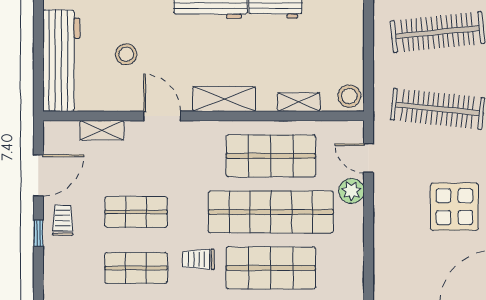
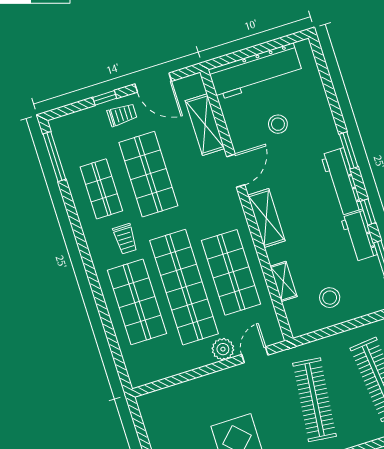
stool: (349, 96) -> (330, 298), moved
shelving: (102, 130) -> (205, 125), width x1.50, depth x1.33
shop shelf: (136, 212) -> (148, 174), width x1.43, depth x1.36
trolley: (198, 259) -> (125, 239), turned 180

